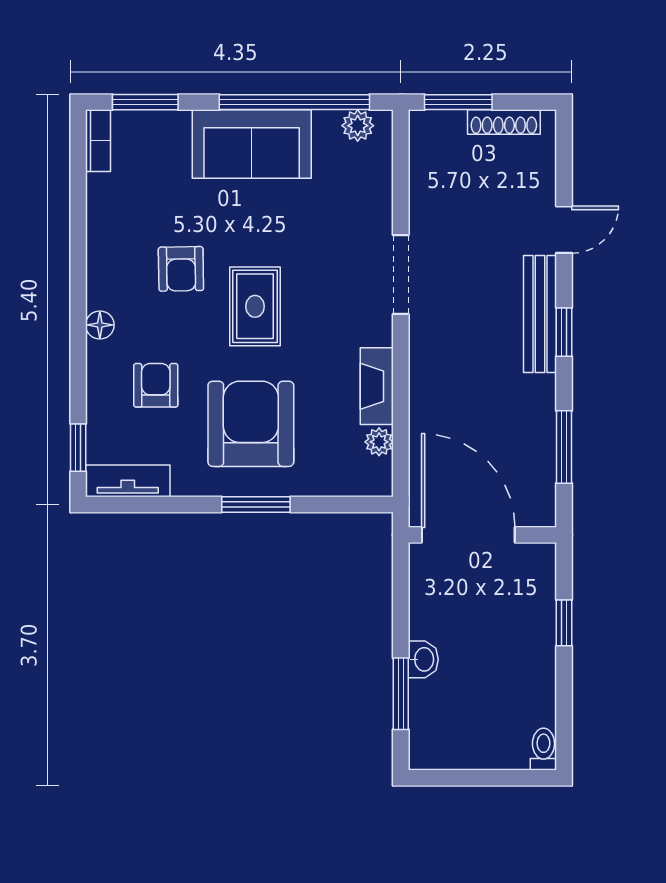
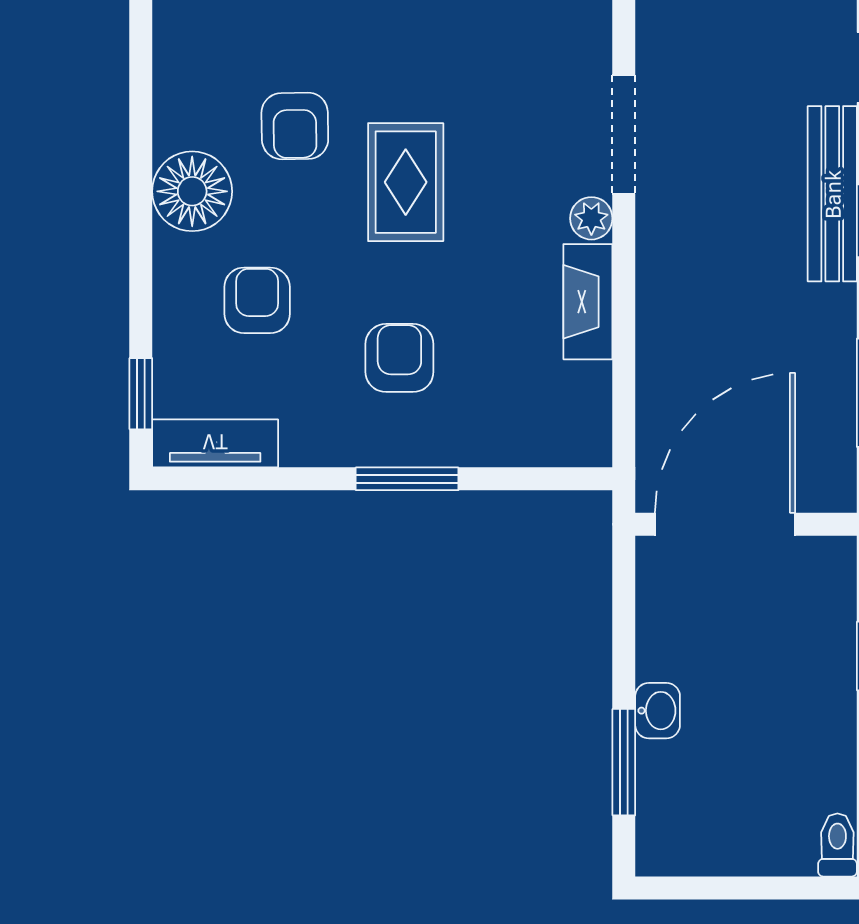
floor lamp: (100, 325) -> (192, 191), width x1.89, depth x1.89
armchair: (251, 424) -> (399, 358), width x0.53, depth x0.53
plant: (379, 442) -> (591, 218), moved
door: (468, 535) -> (725, 524), hinge flipped

